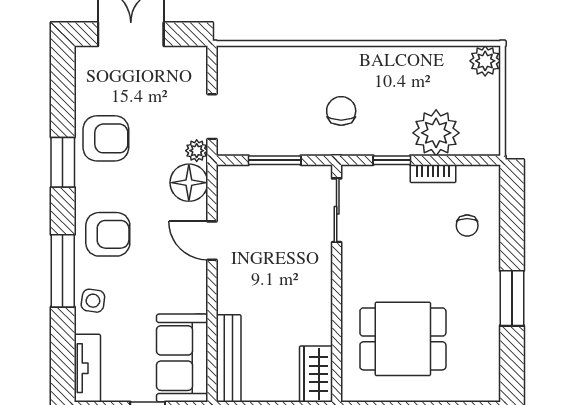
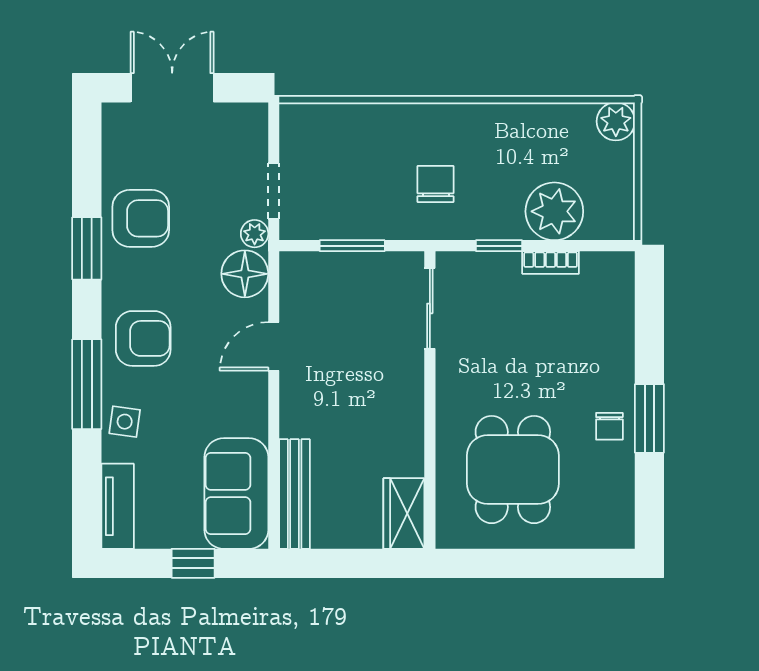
chair: (467, 226) -> (609, 426), moved
door: (212, 241) -> (274, 346), hinge flipped
dining table: (403, 339) -> (513, 470), turned 90

